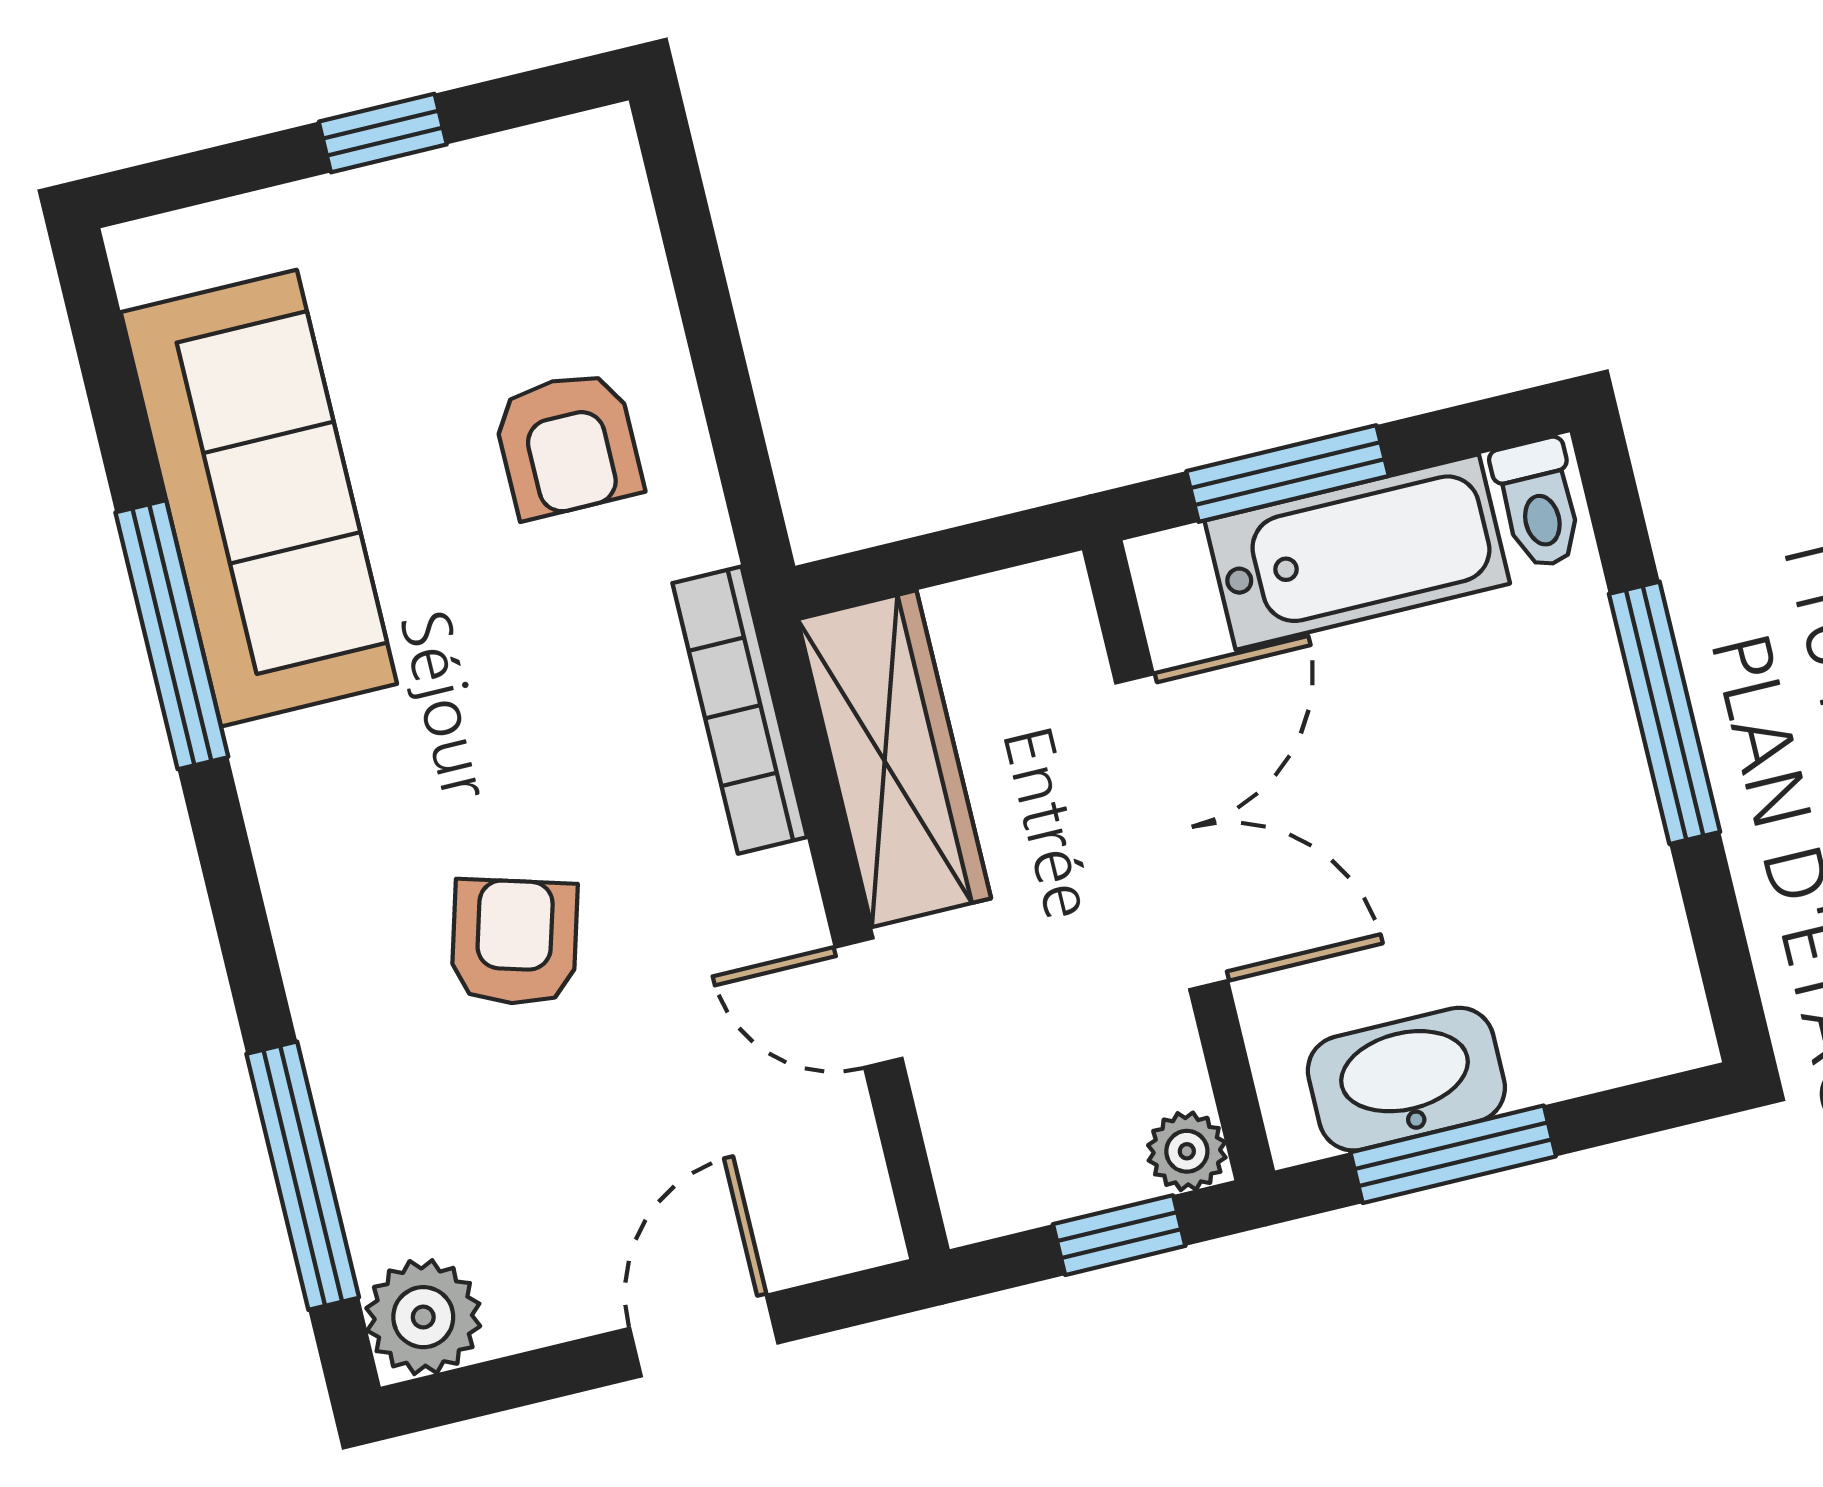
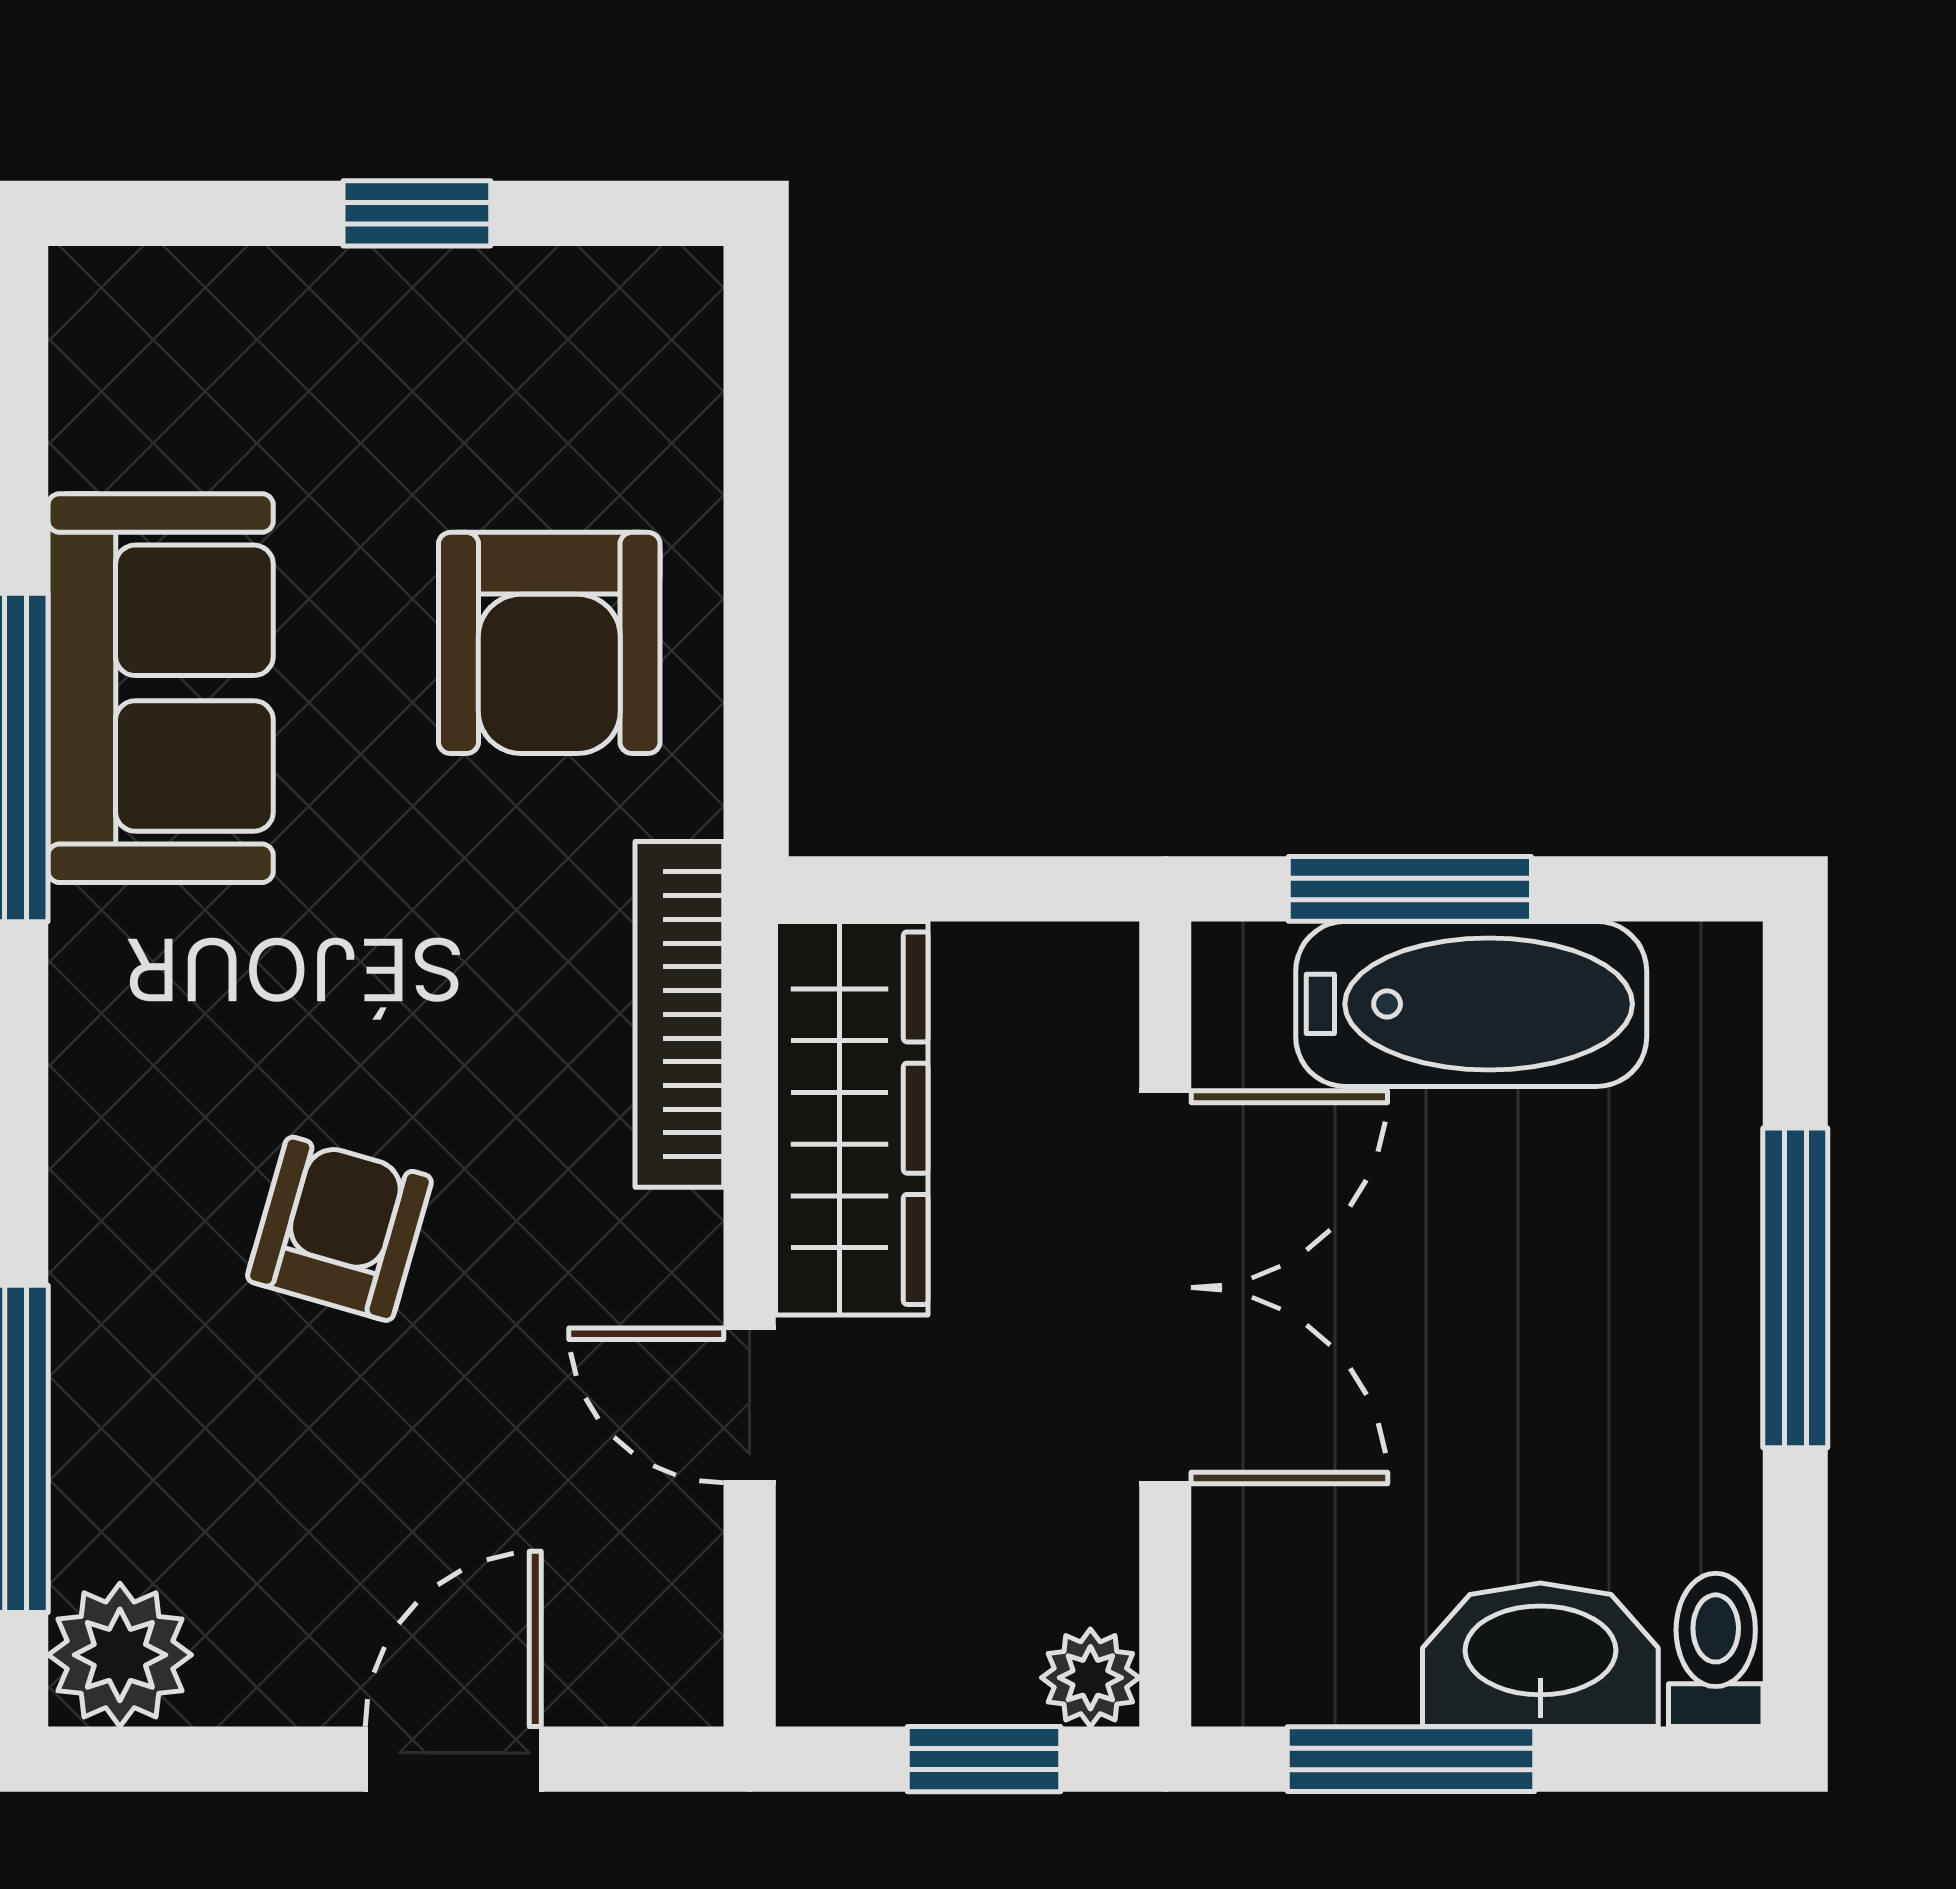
armchair: (568, 444) -> (549, 643), width x1.38, depth x1.38
sofa: (259, 498) -> (161, 688), width x0.73
toilet: (1538, 503) -> (1716, 1650), moved, turned 180
washbasin: (1406, 1079) -> (1540, 1655), moved

